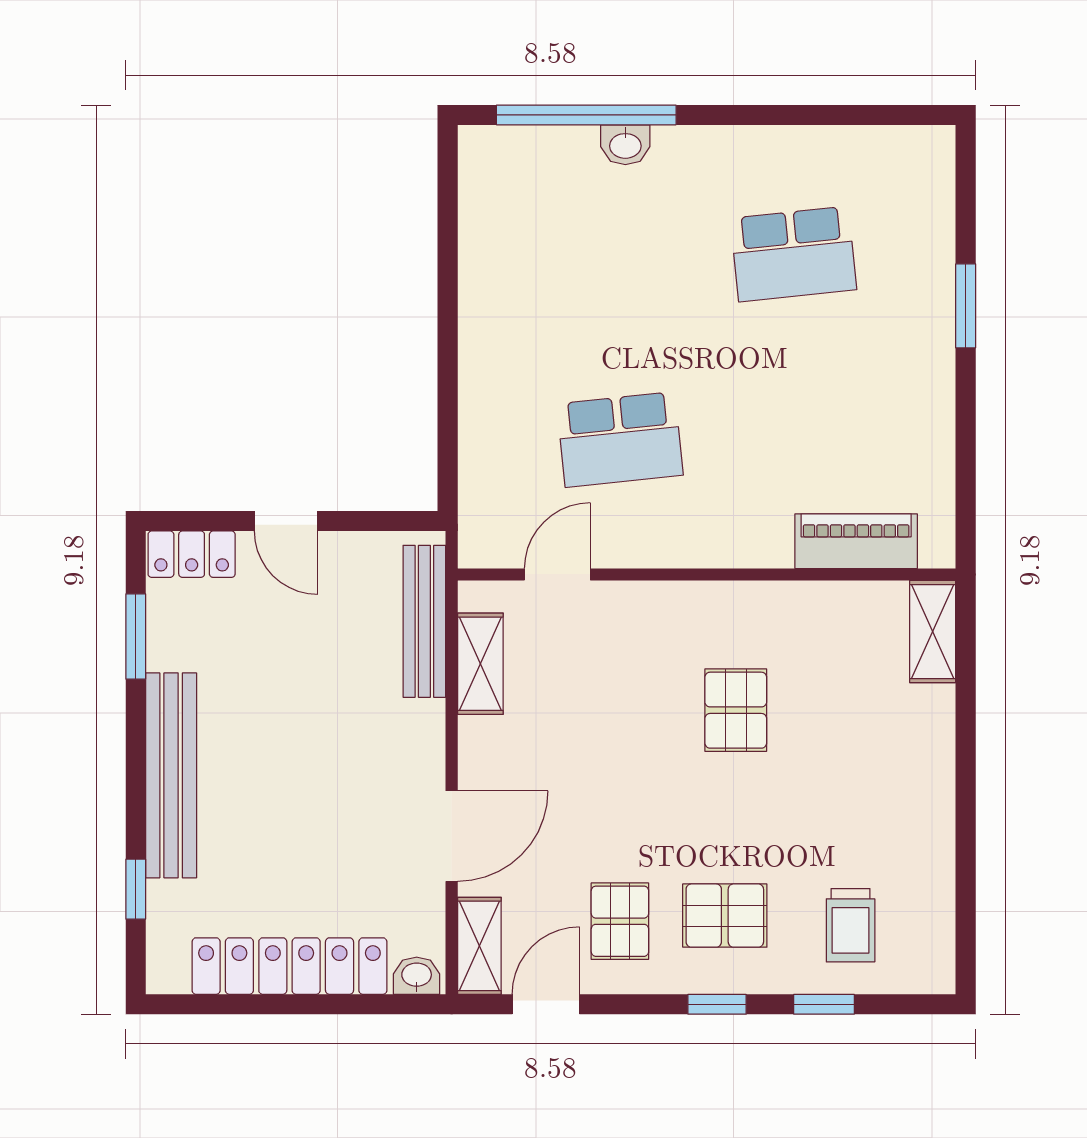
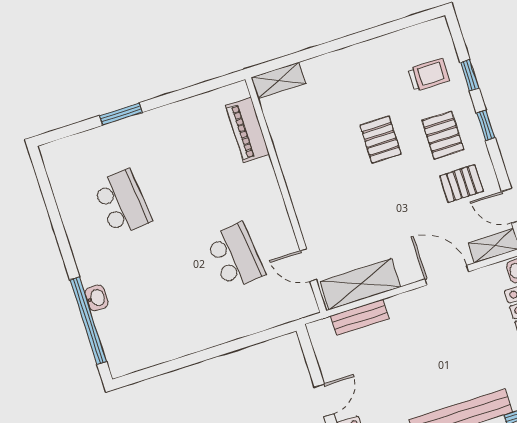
bench: (424, 621) -> (360, 317), width x0.73
shelving: (480, 664) -> (360, 284), width x1.50, depth x1.33
pallet: (736, 710) -> (380, 140), moved, turned 90

